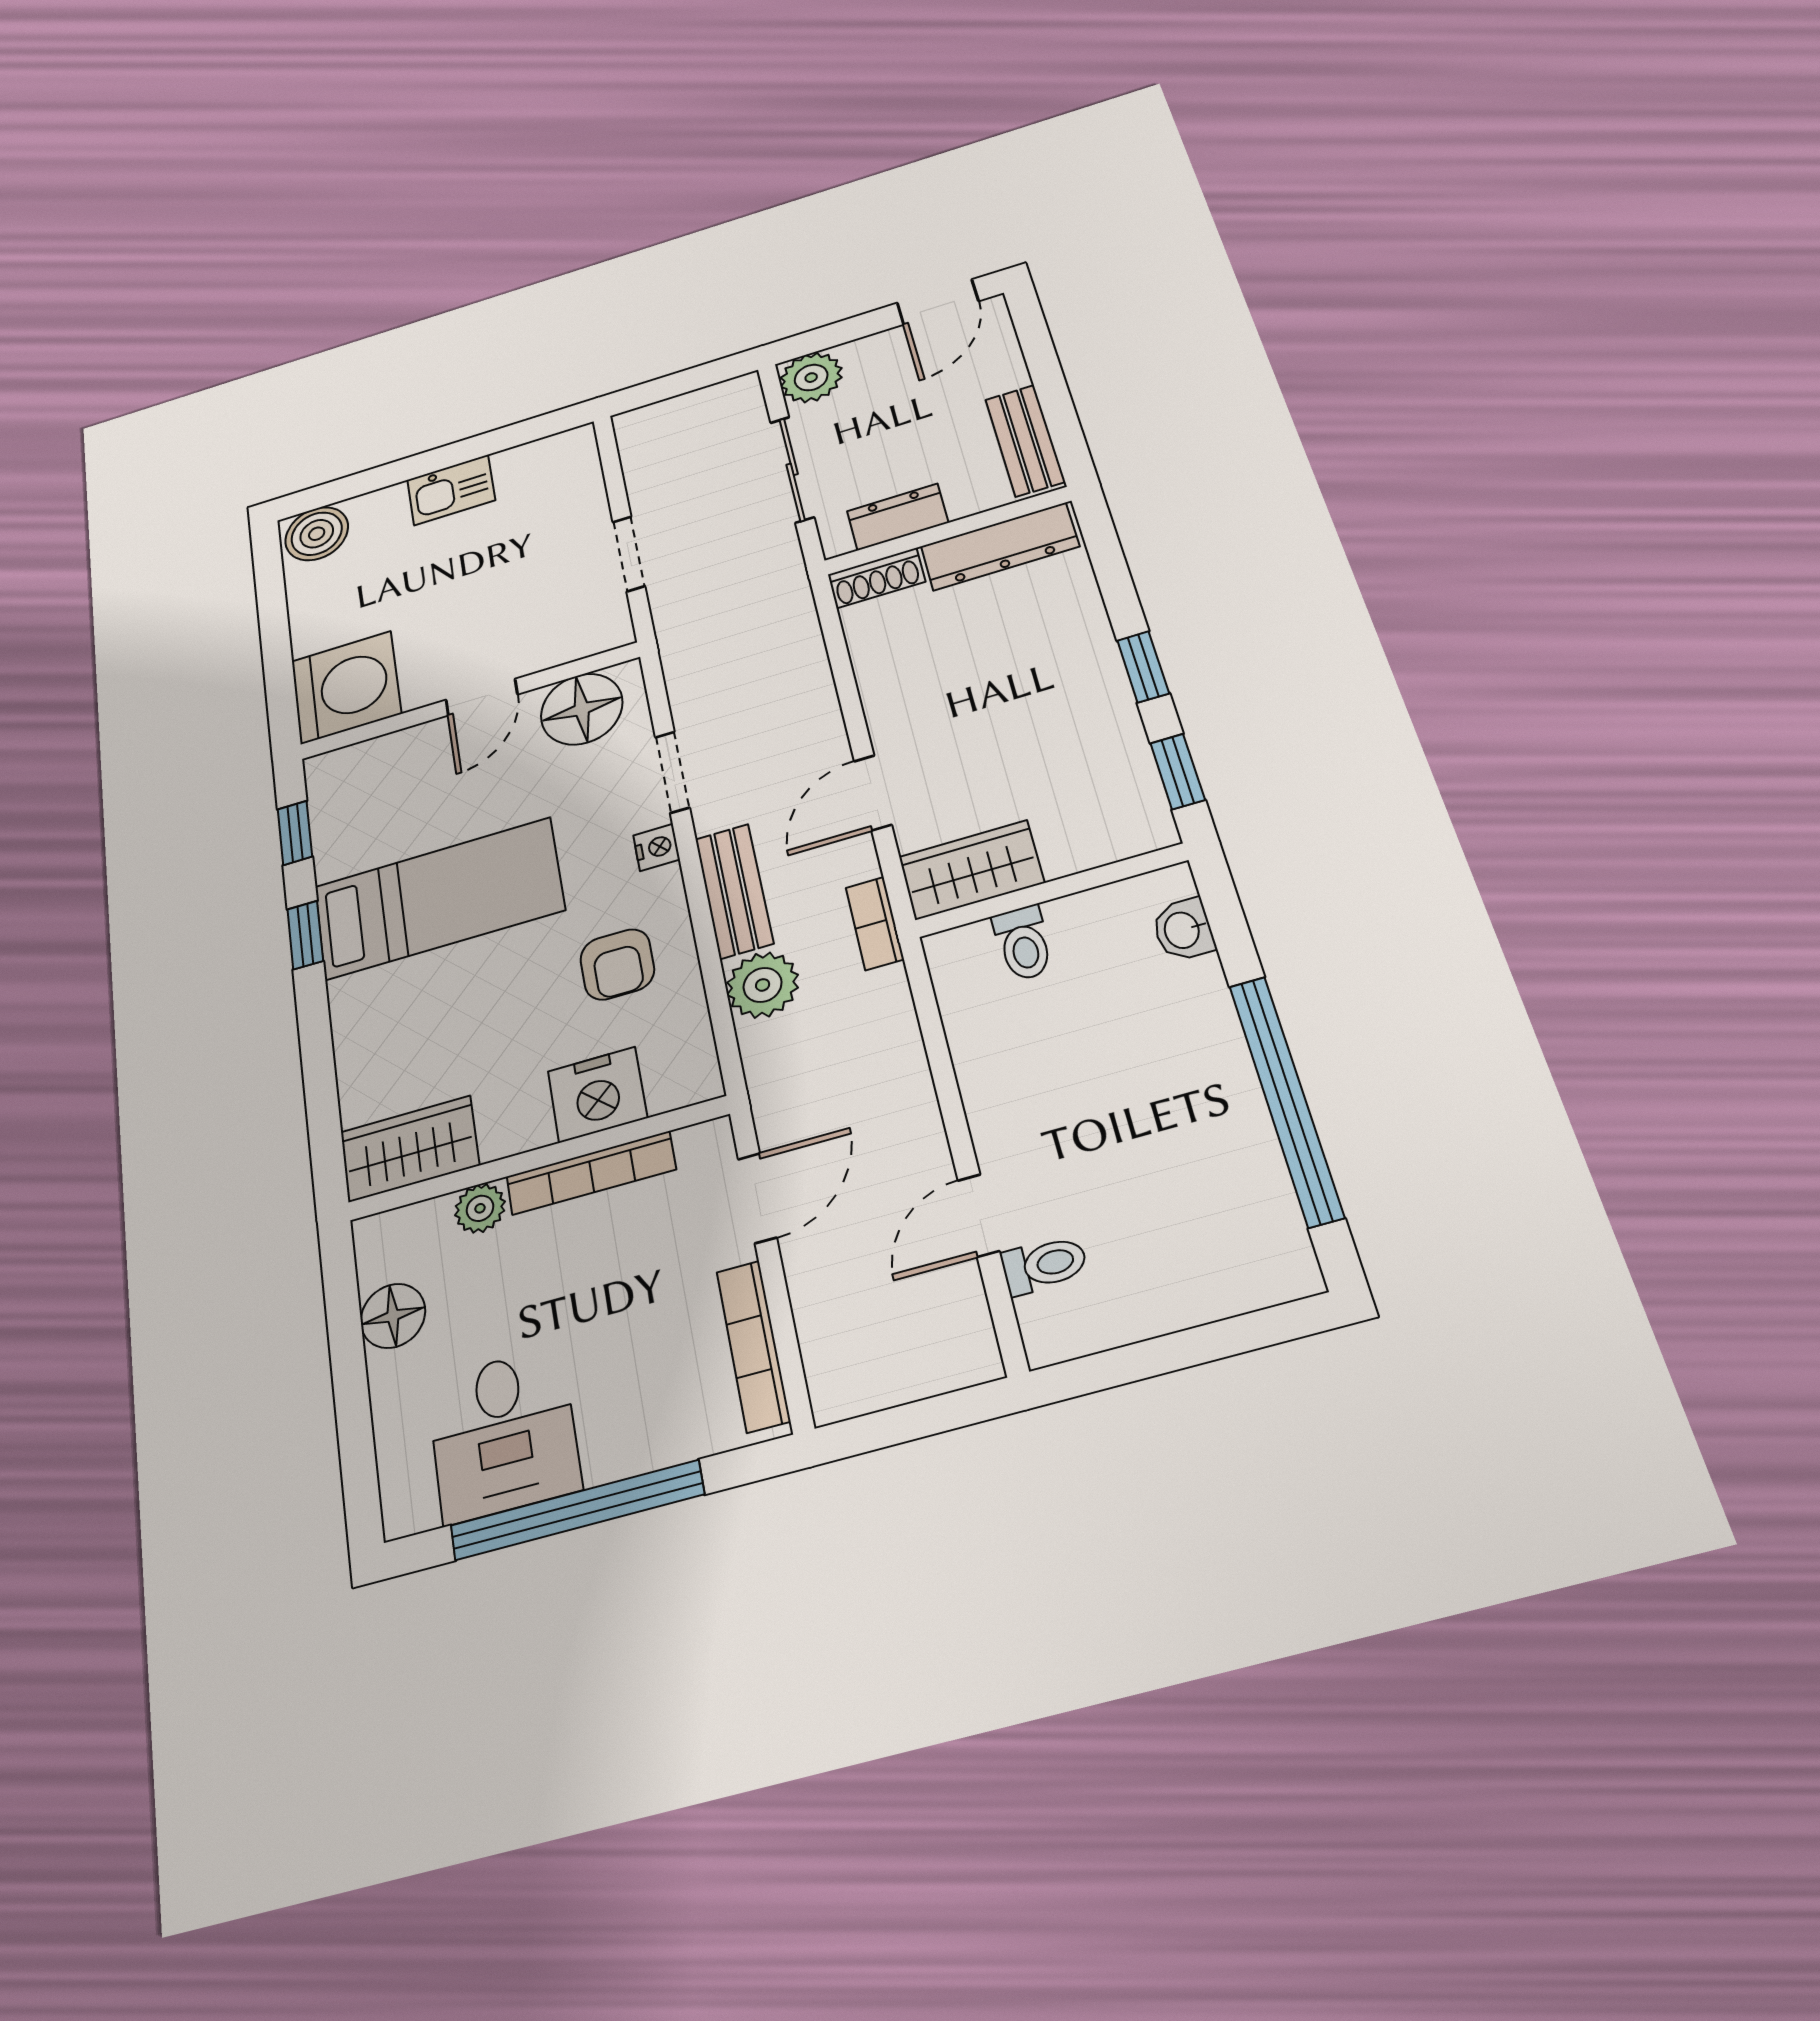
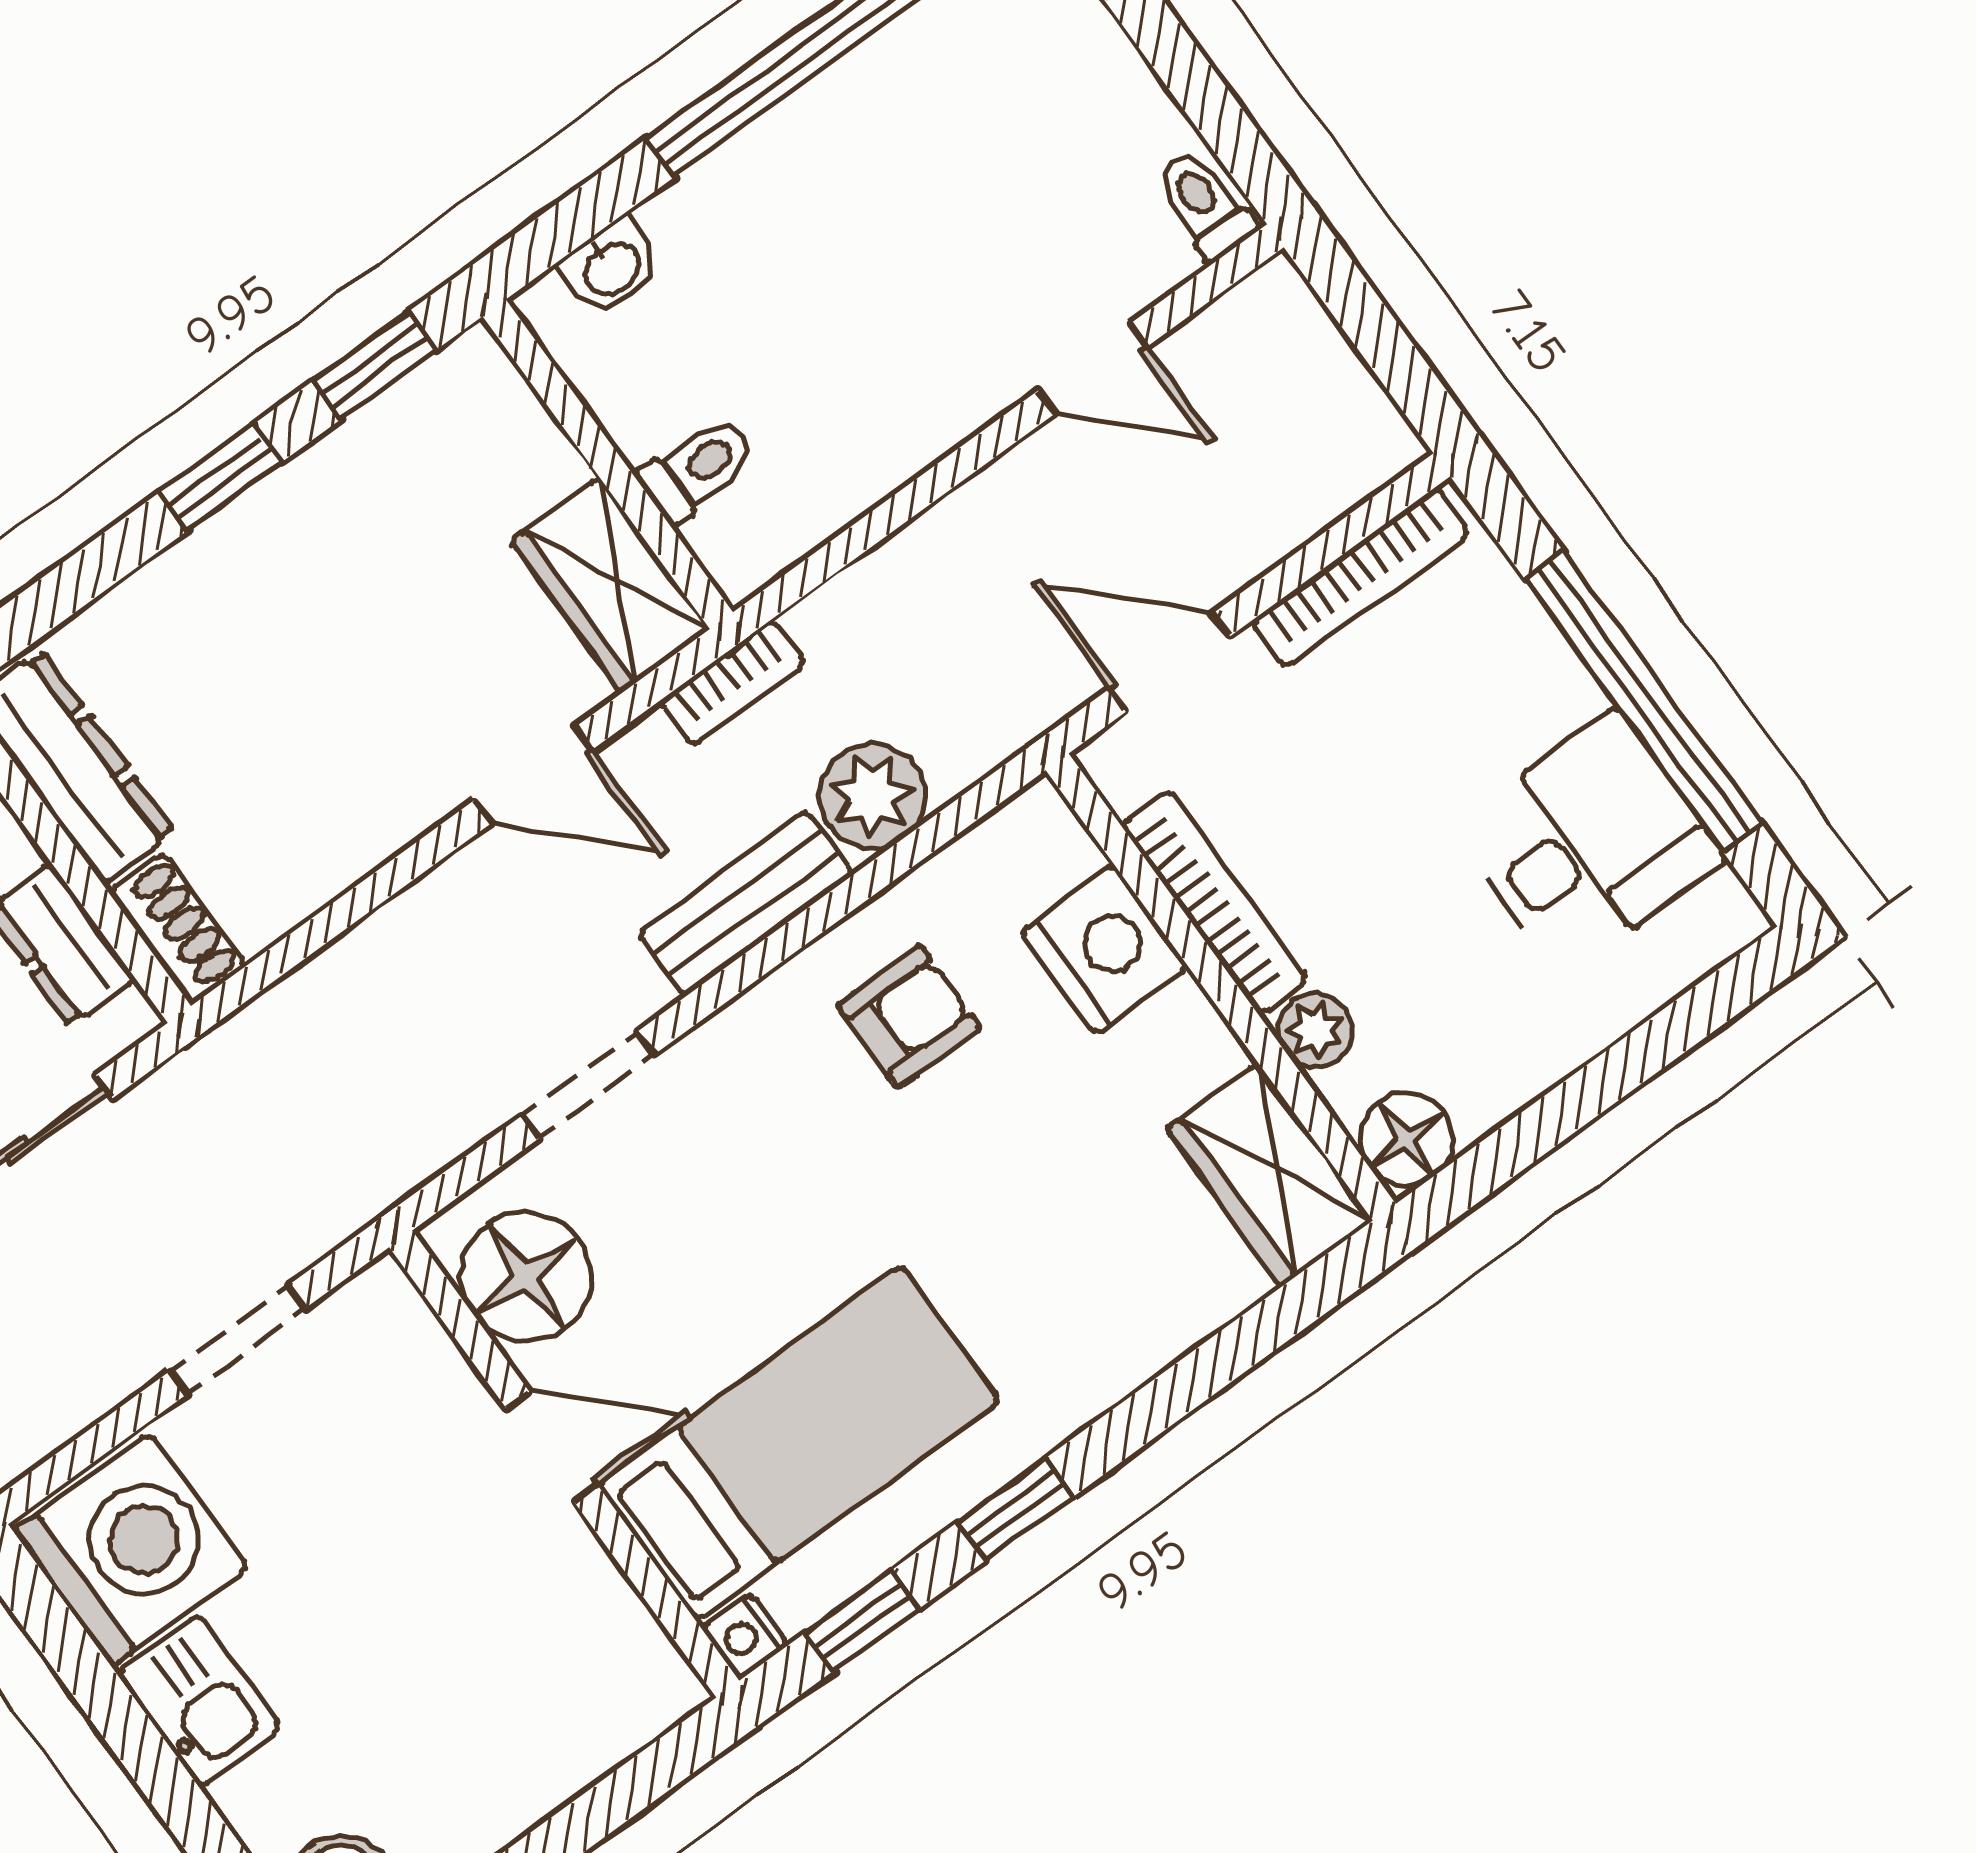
washing machine: (346, 687) -> (130, 1550), moved, turned 90
nightstand: (657, 847) -> (745, 1636), moved, turned -90
bed: (438, 898) -> (799, 1443), moved, turned 90
toilet: (1044, 1265) -> (1205, 205), moved
floor lamp: (393, 1316) -> (1406, 1139), moved

